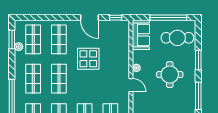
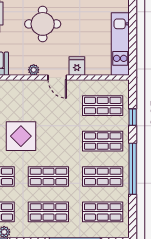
door: (131, 85) -> (57, 77), swing flipped
fridge: (139, 99) -> (77, 66), added

